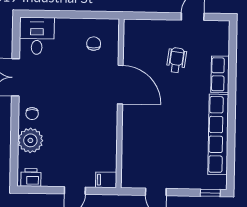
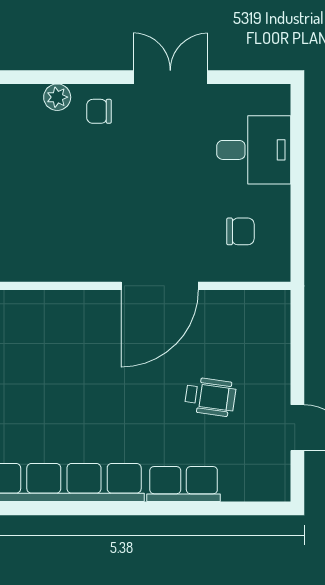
desk: (37, 36) -> (254, 150), moved
plant: (30, 140) -> (57, 97), width x0.53, depth x0.53

